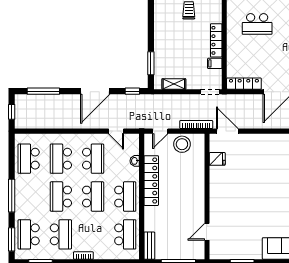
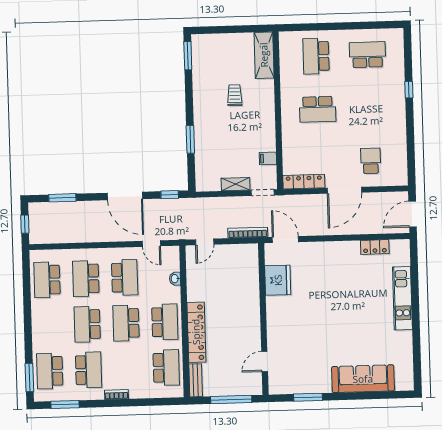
locker: (216, 40) -> (269, 130), removed
window: (151, 63) -> (190, 139), moved
shelving: (174, 84) -> (236, 184), moved
window: (43, 91) -> (62, 198), width x0.69
door: (95, 91) -> (125, 196), hinge flipped
stool: (182, 144) -> (231, 257), removed
fridge: (217, 159) -> (278, 280), width x1.88, depth x1.34
locker: (151, 181) -> (196, 332), moved
window: (12, 196) -> (28, 325), removed
school desk: (93, 197) -> (126, 323), turned 180

